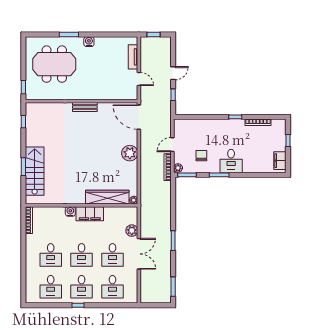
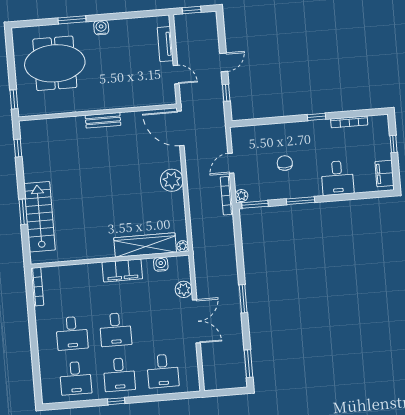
chair: (201, 156) -> (285, 163), moved
desk: (231, 161) -> (337, 178), moved
water cooler: (70, 212) -> (161, 264), moved
desk: (112, 255) -> (159, 326), removed

